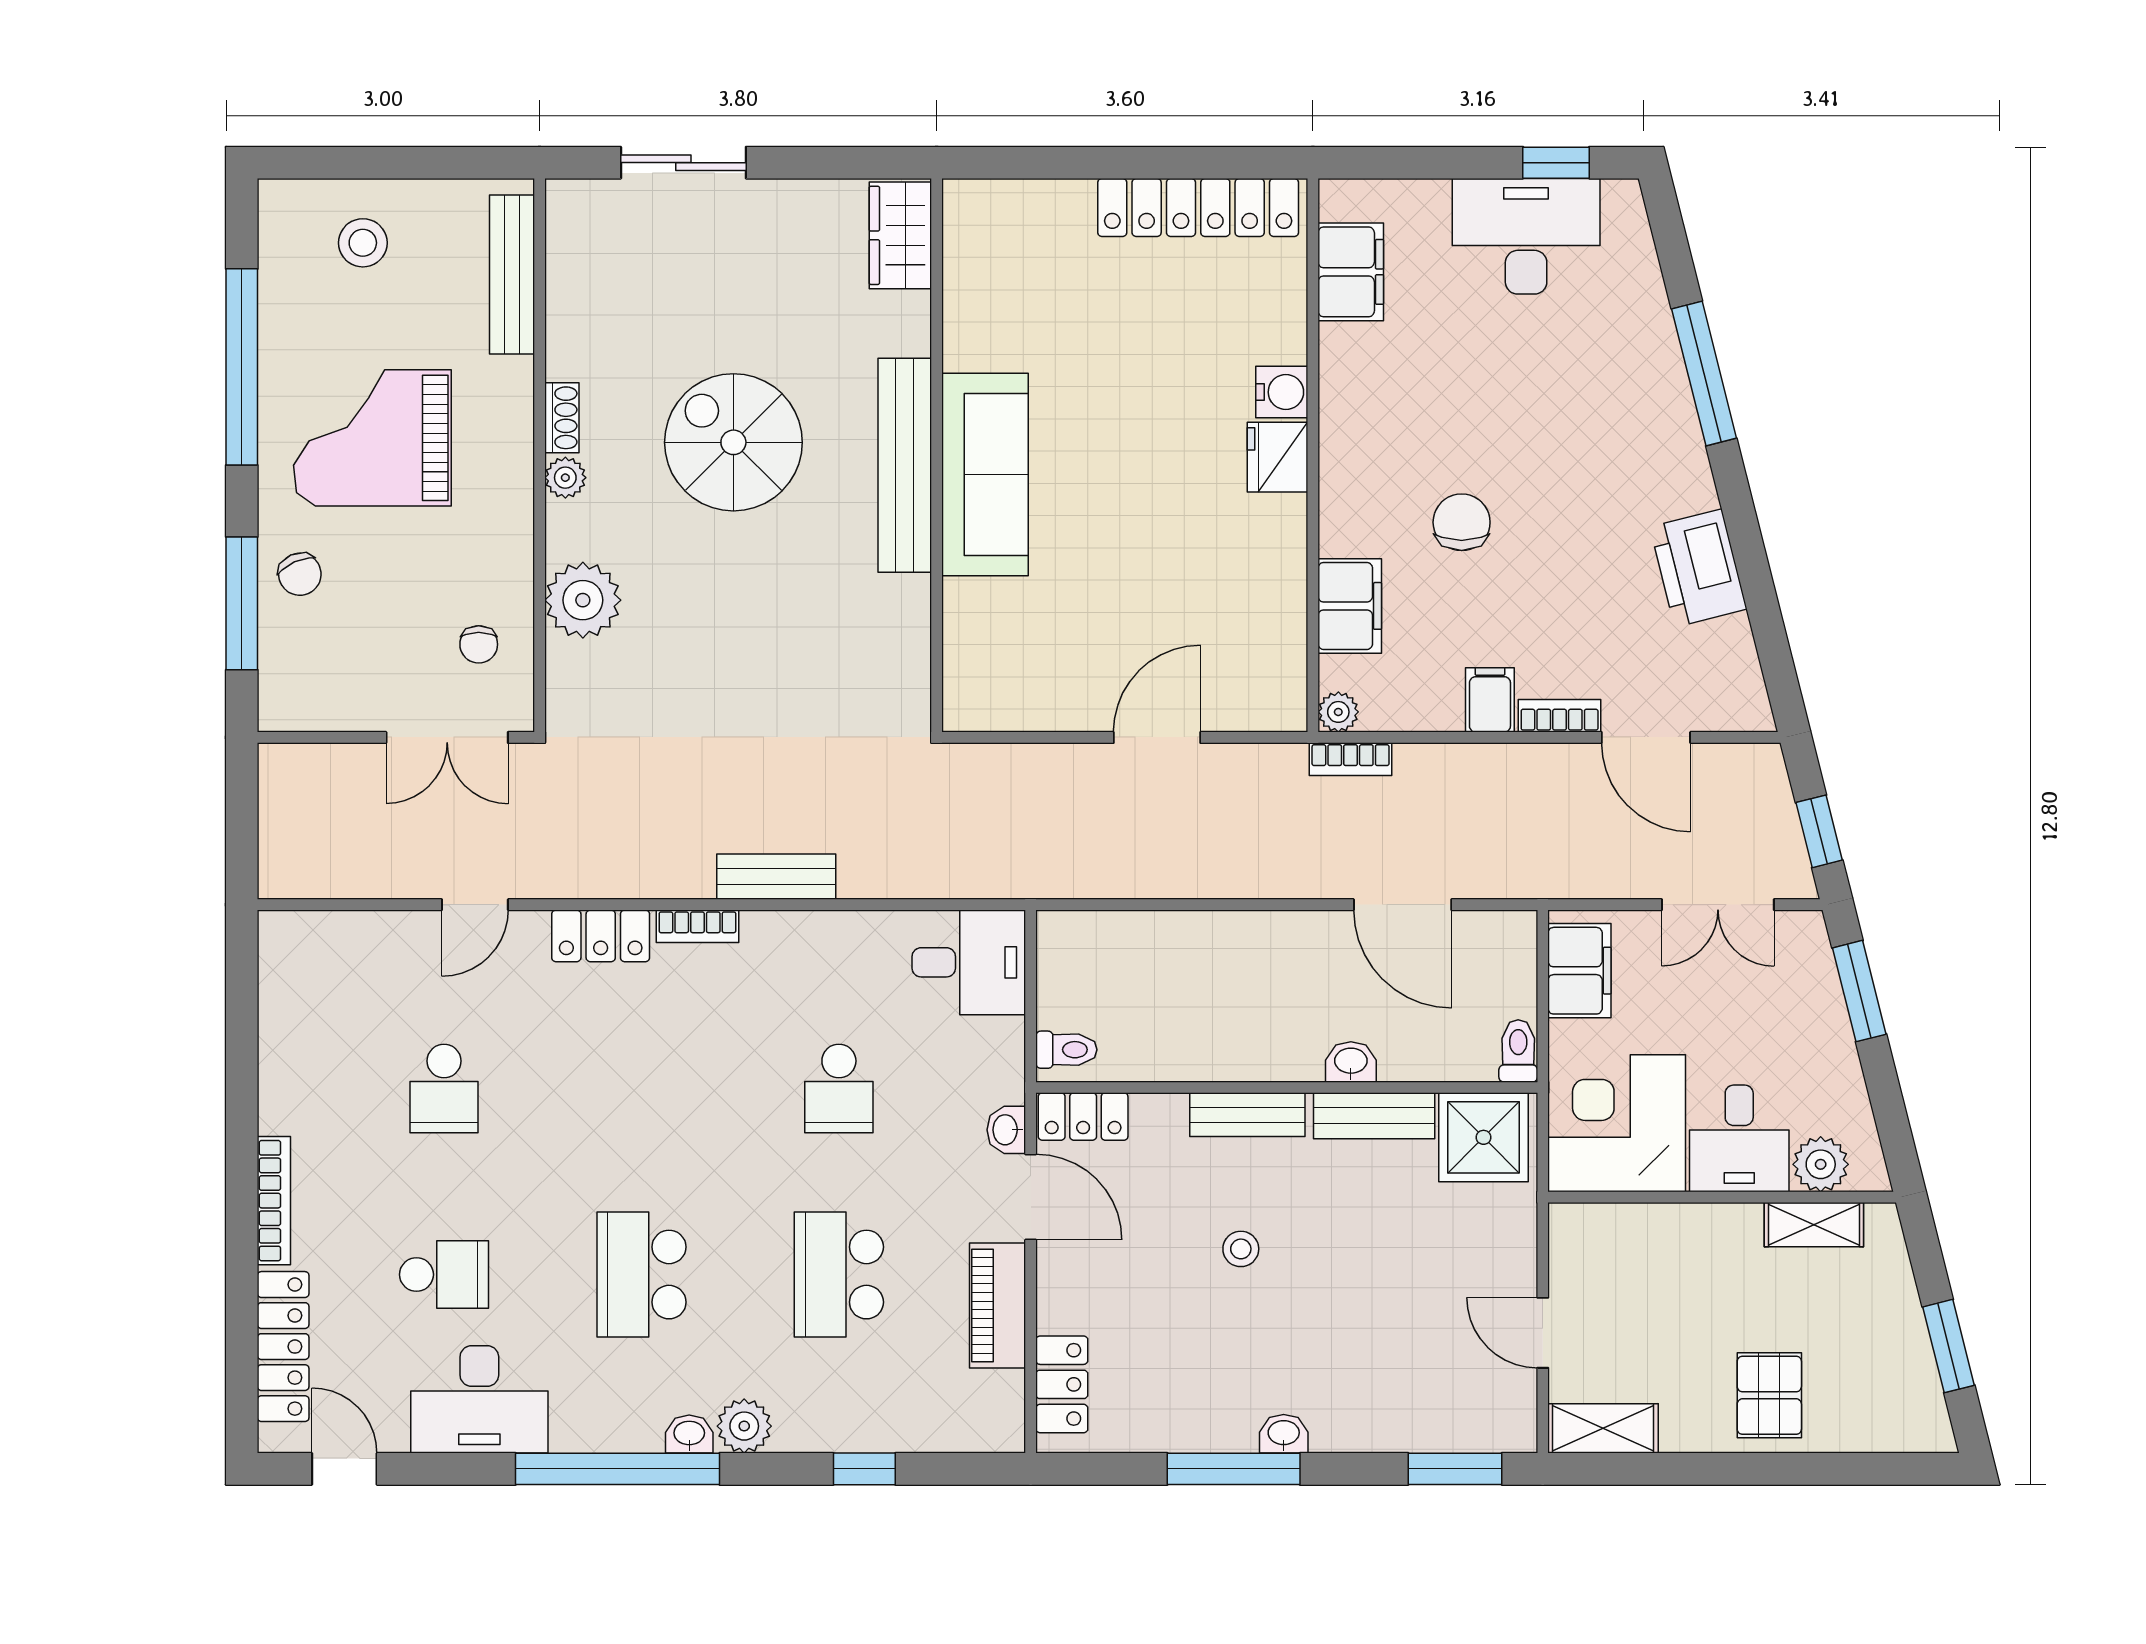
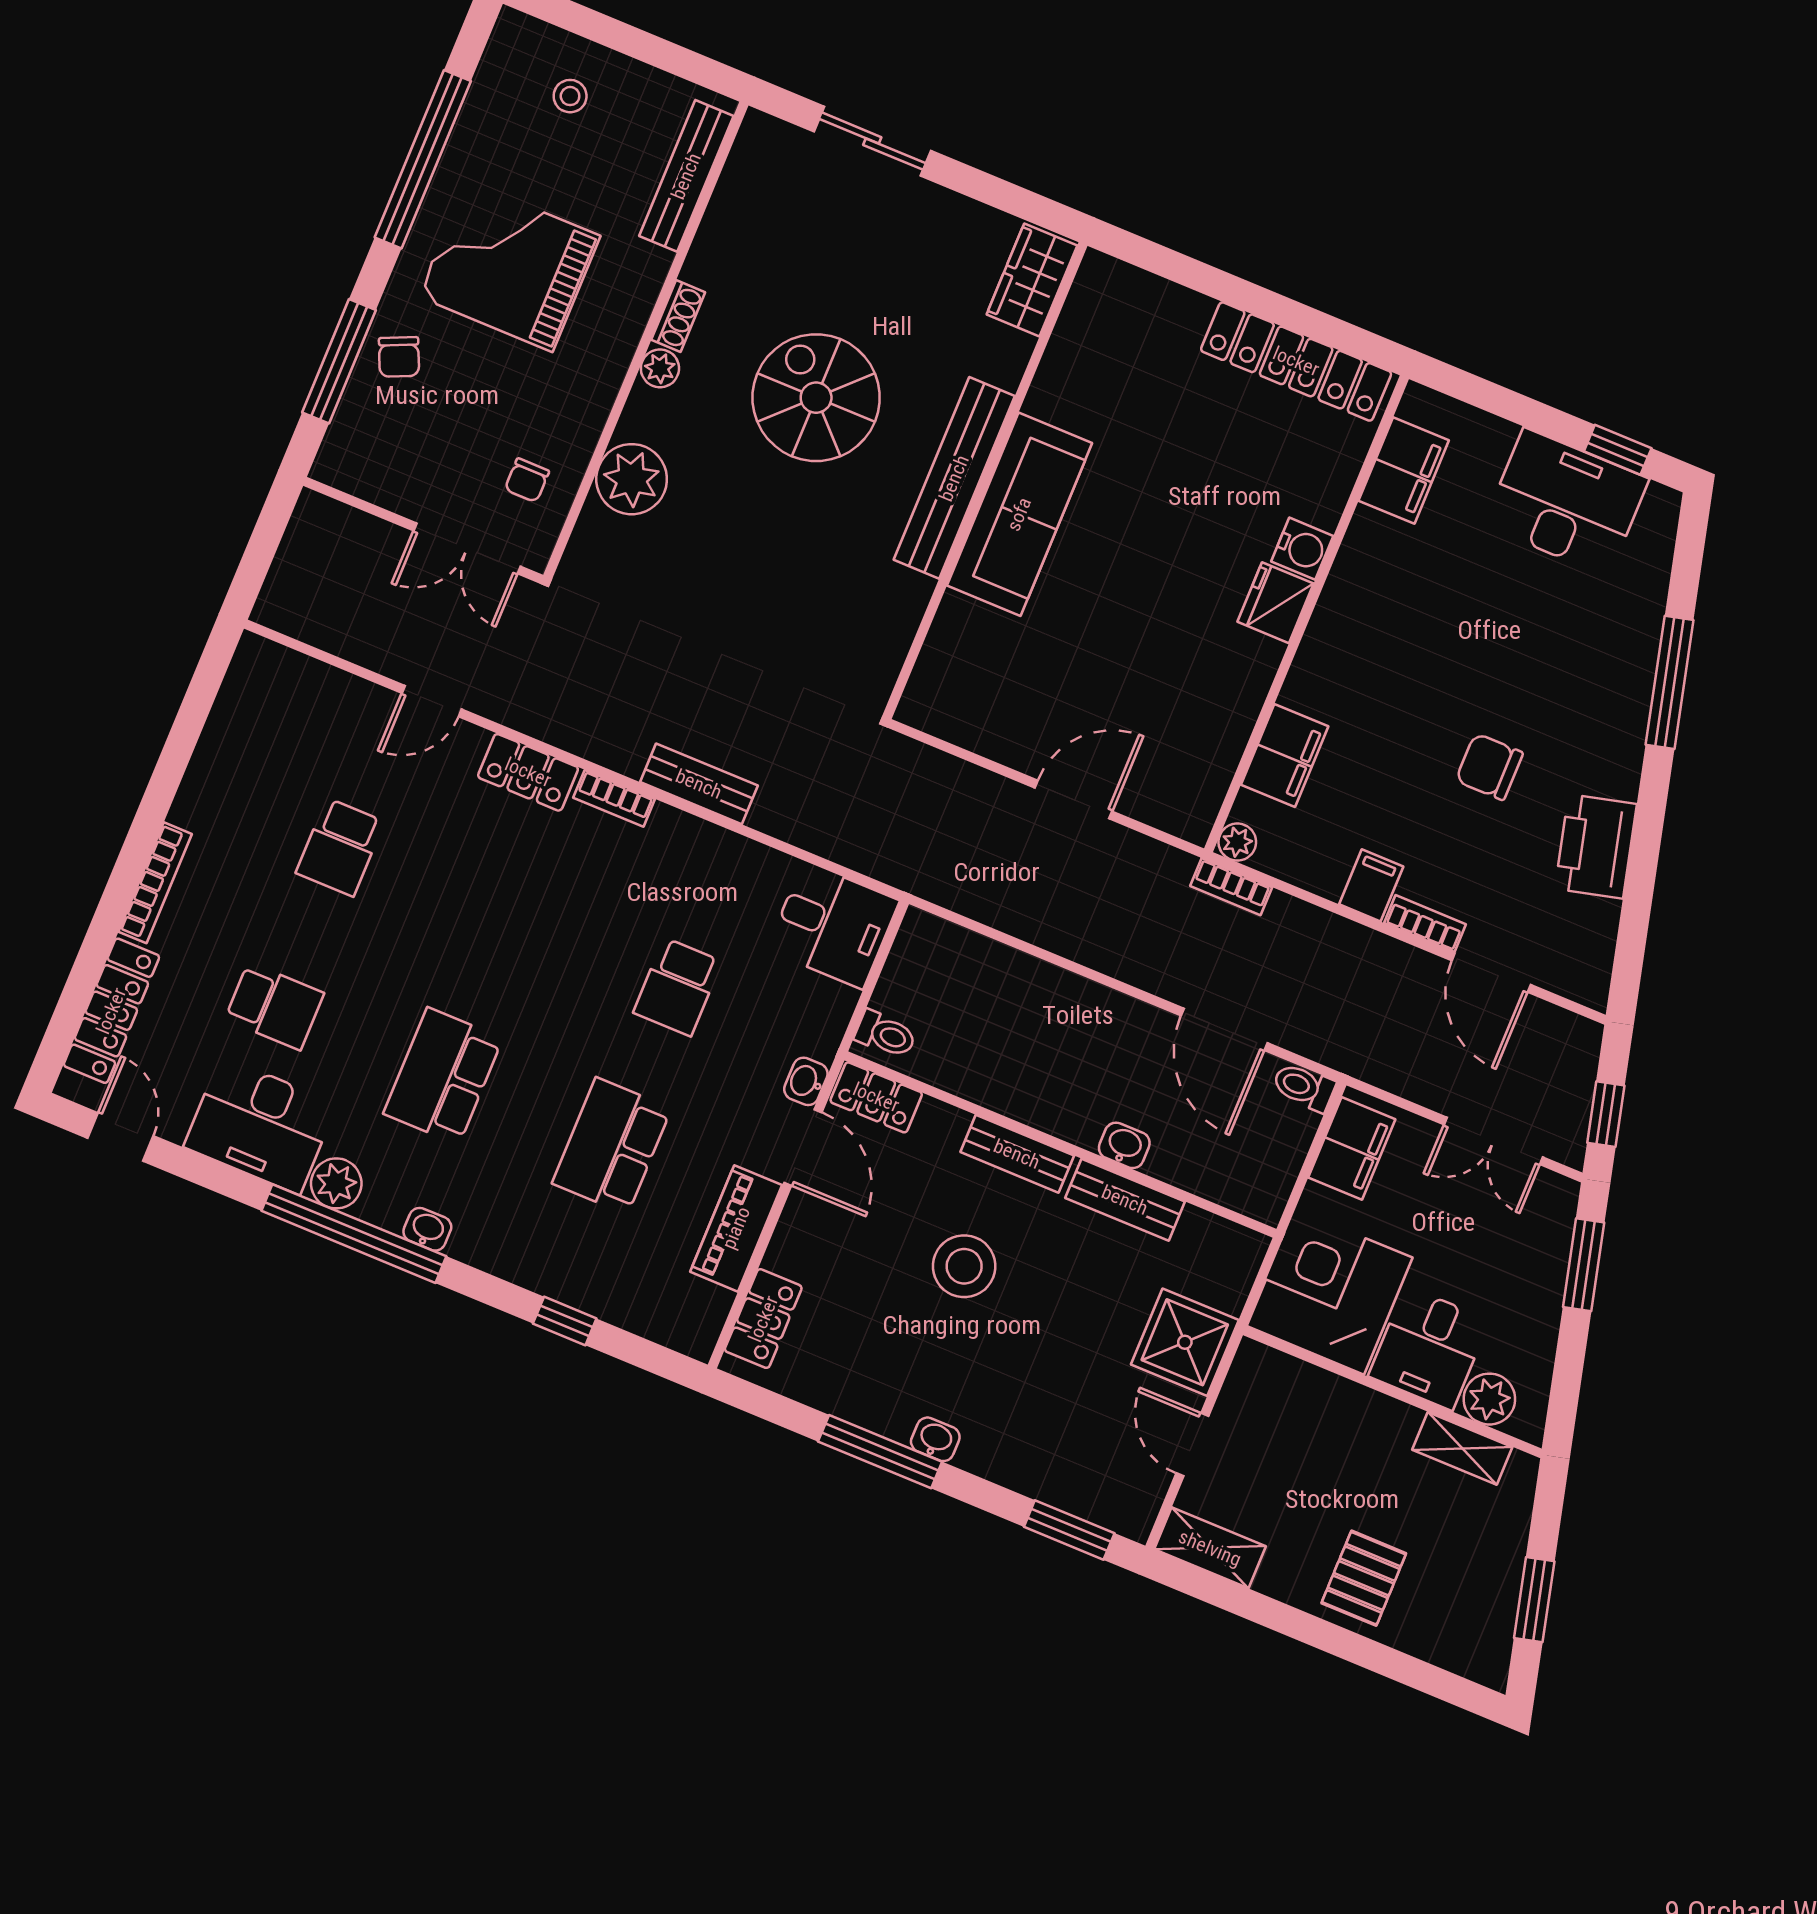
stool: (363, 243) -> (570, 96), width x0.73, depth x0.73
chair: (1462, 522) -> (1489, 767), moved, turned -90
toilet: (1518, 1051) -> (1304, 1087), moved, turned -90
shower: (1484, 1137) -> (1185, 1342), moved
stool: (1241, 1249) -> (964, 1266), width x1.89, depth x1.89
plant: (744, 1426) -> (336, 1183), moved

